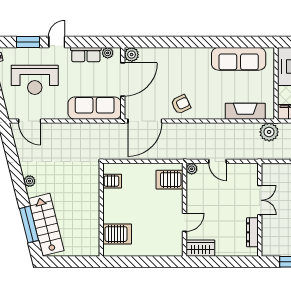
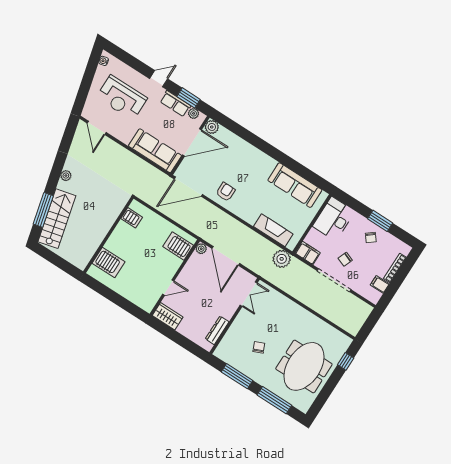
window: (28, 42) -> (188, 98), moved
armchair: (181, 104) -> (226, 192), turned -64
door: (218, 161) -> (226, 256), width x1.88
double door: (260, 200) -> (249, 294), moved

